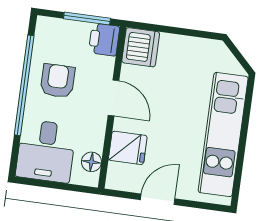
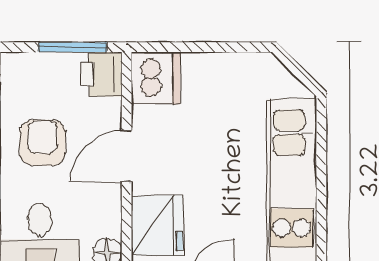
door: (113, 98) -> (127, 156), swing flipped
fridge: (128, 148) -> (157, 225), width x1.38

